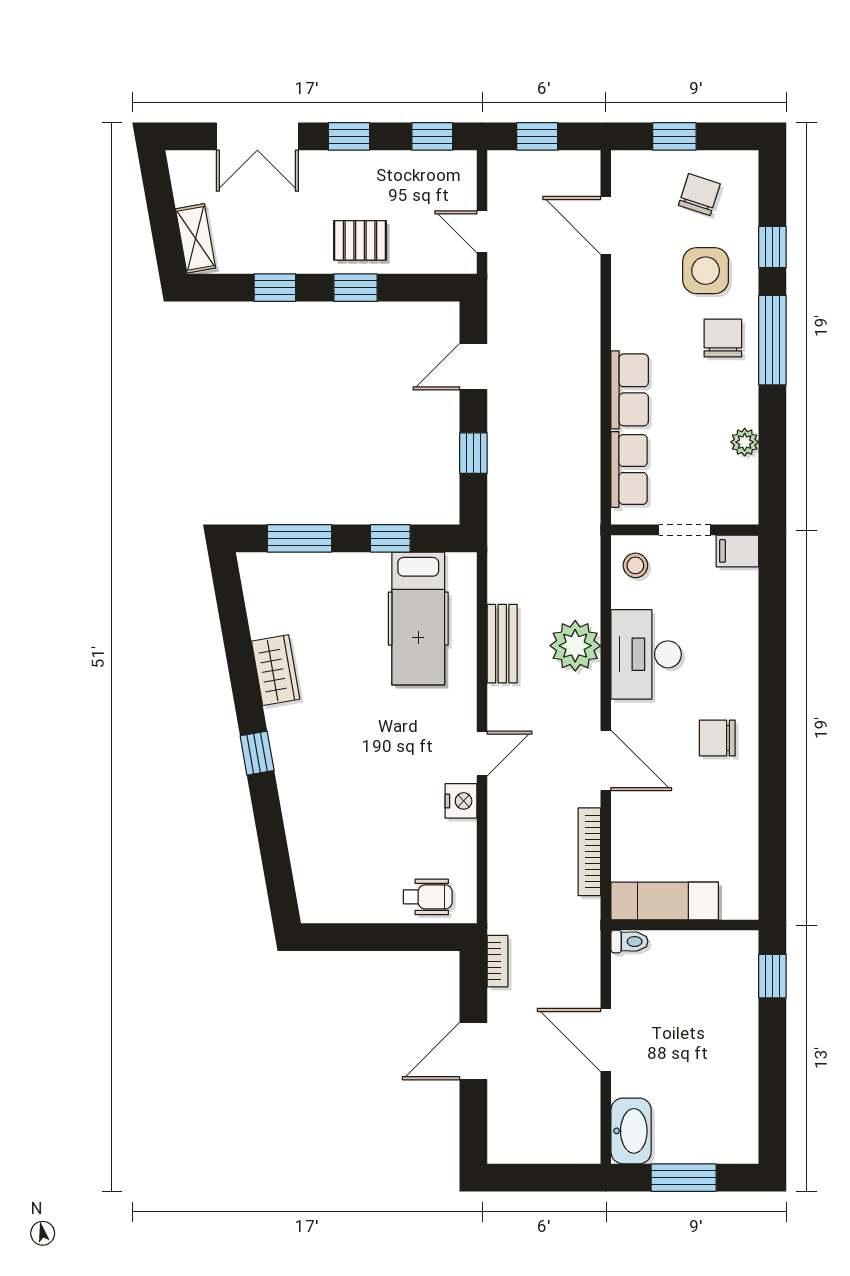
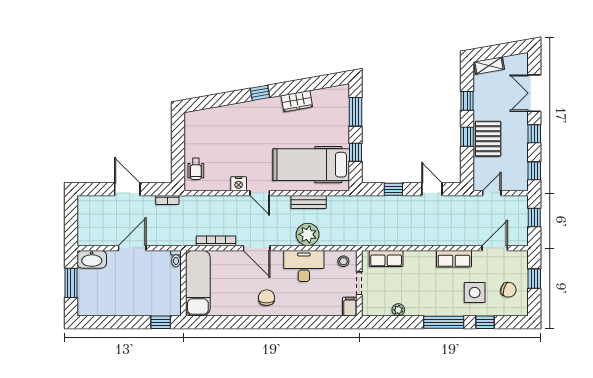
pallet: (360, 240) -> (488, 139), width x1.50, depth x1.42
chair: (723, 338) -> (445, 300), removed
row of seats: (630, 390) -> (454, 259), moved
hospital bed: (418, 619) -> (311, 165), width x1.37, depth x1.29
door: (606, 760) -> (257, 248), hinge flipped
exam couch: (665, 901) -> (198, 283), width x1.36, depth x1.45

